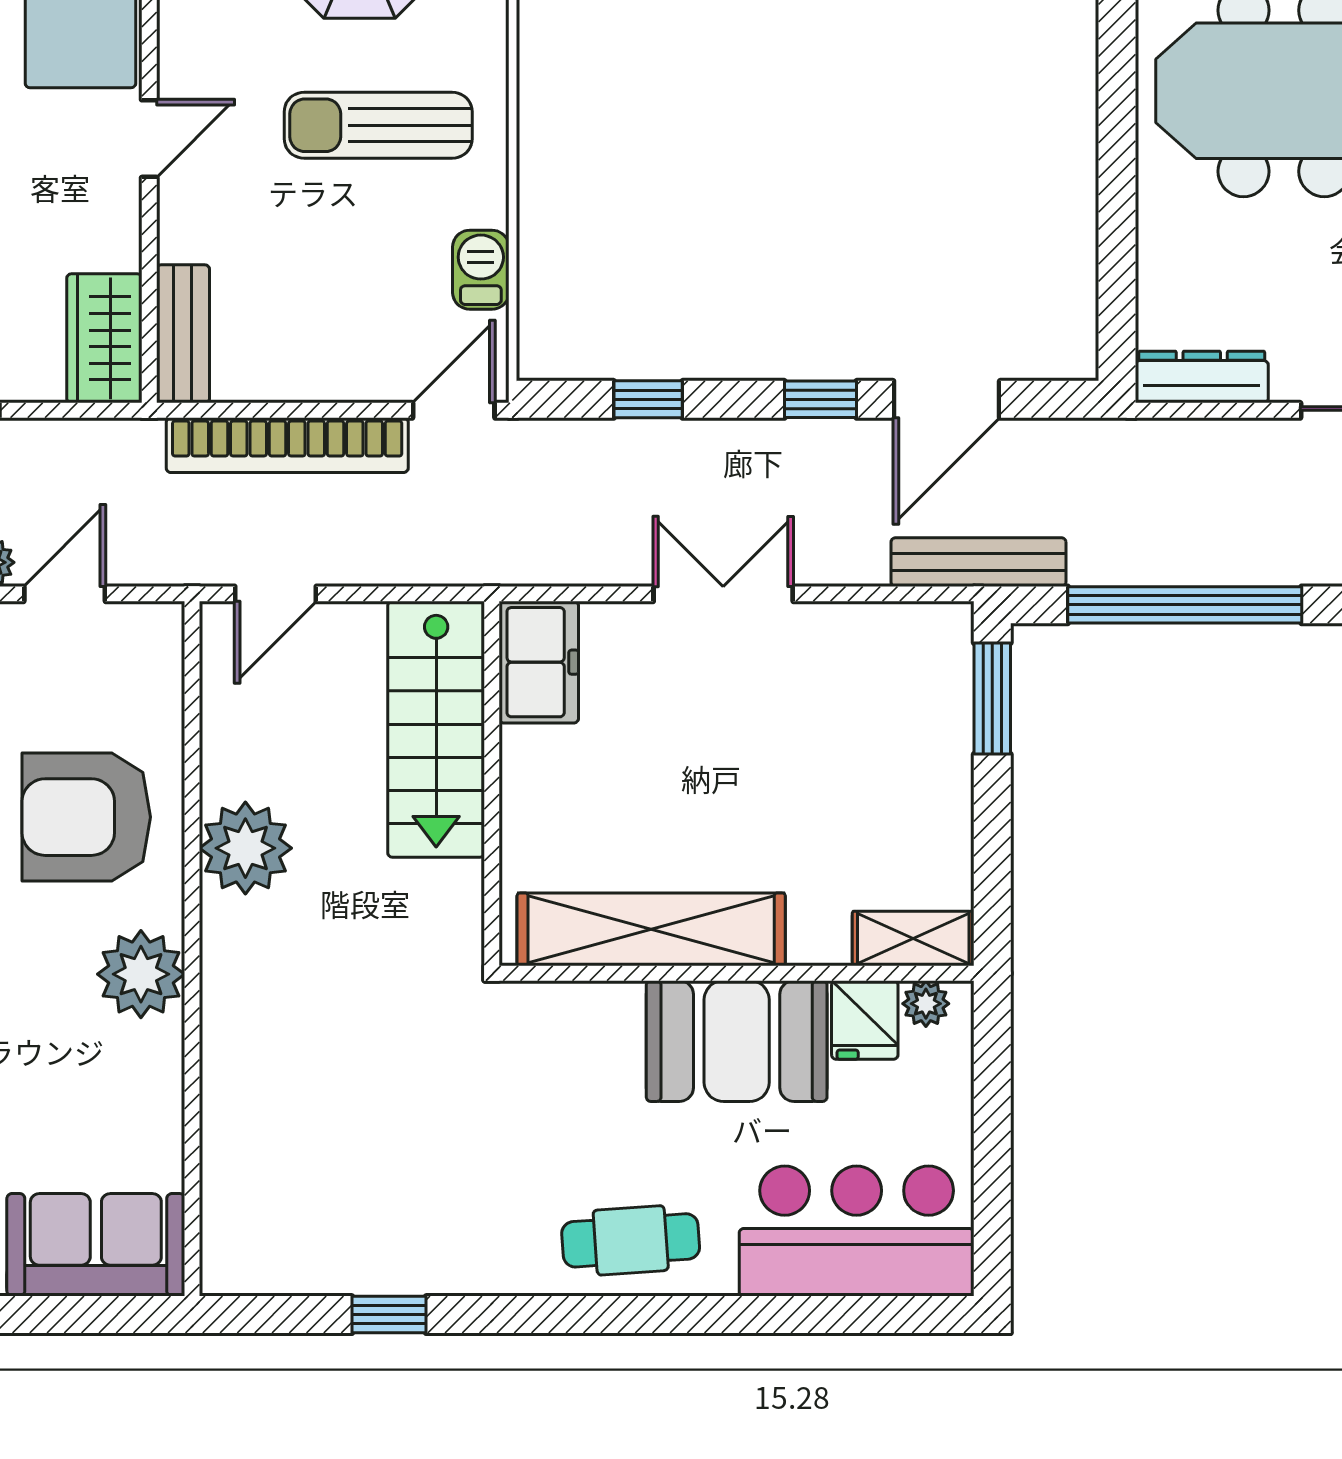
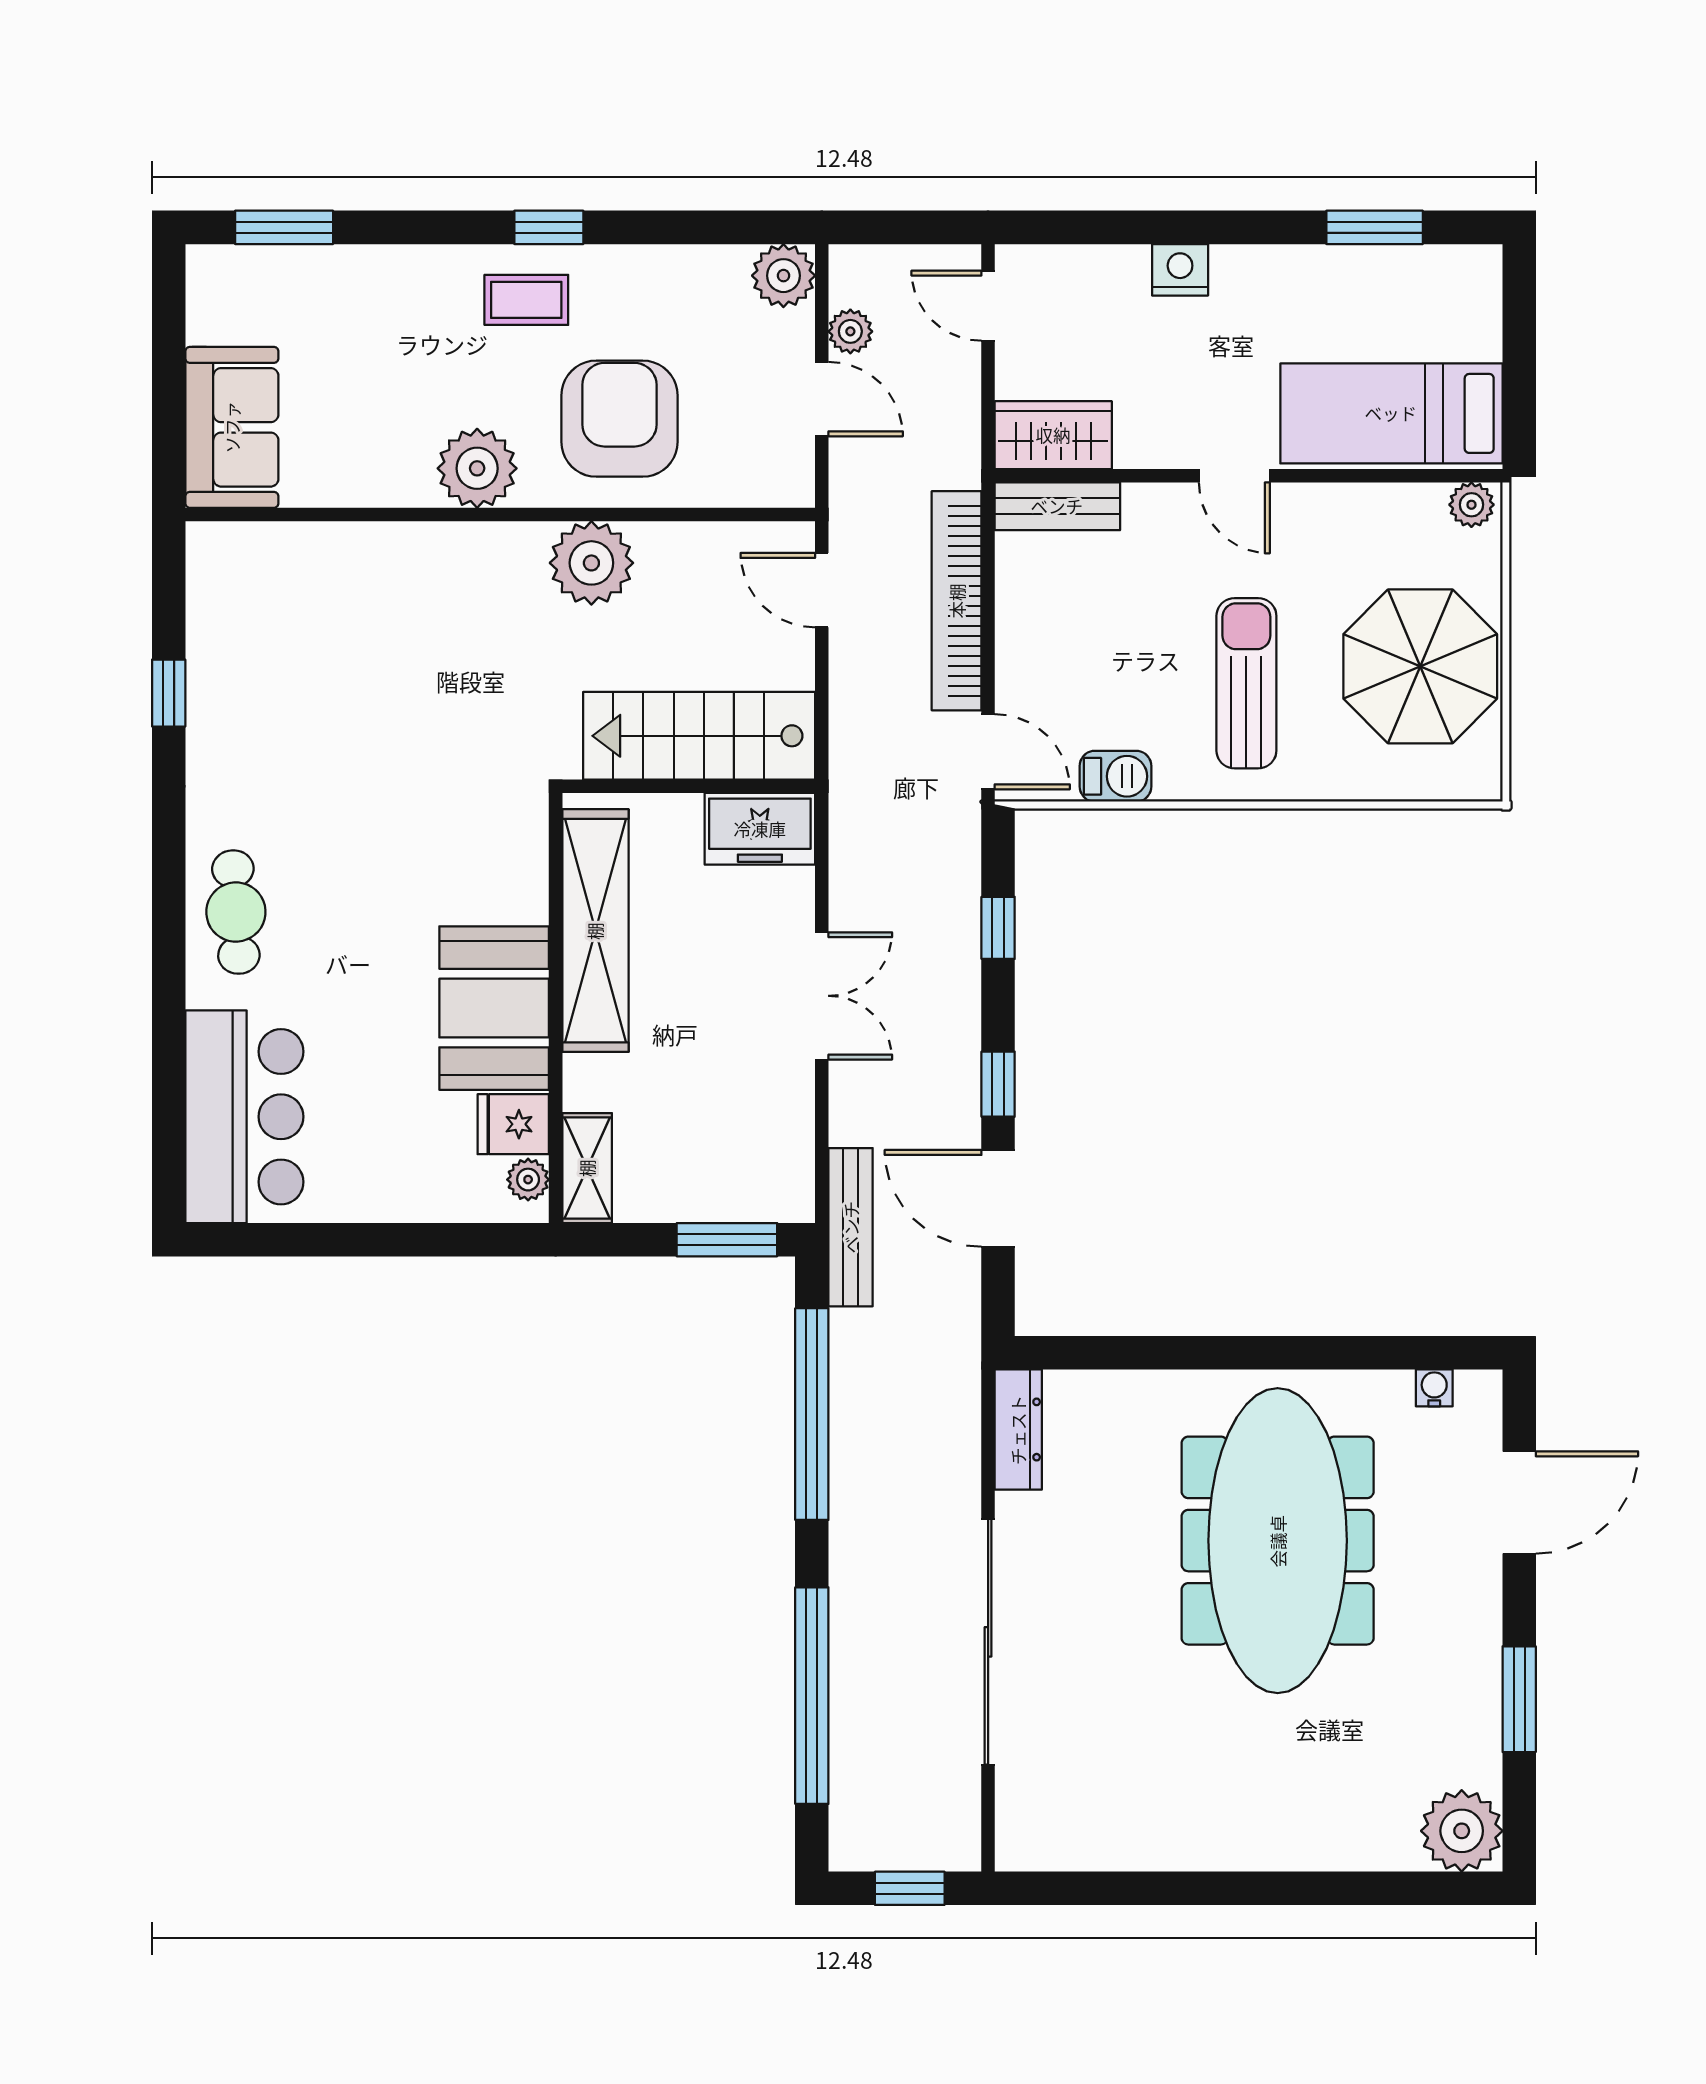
shelving: (651, 929) -> (595, 931), moved
shelving: (913, 939) -> (587, 1168), moved
wall: (737, 973) -> (556, 1008), moved
plant: (926, 1004) -> (528, 1180), moved
fridge: (865, 1020) -> (513, 1124), moved
booth: (737, 1041) -> (494, 1008), moved

